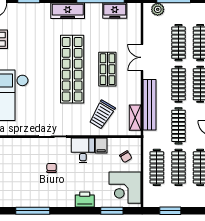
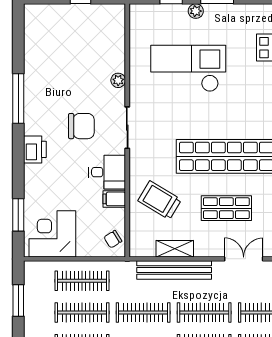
shelving: (135, 118) -> (175, 249), moved
plant: (20, 143) -> (118, 80), added
chair: (126, 157) -> (113, 239), moved
chair: (52, 168) -> (81, 126), width x1.87, depth x1.87
printer: (85, 199) -> (35, 149), moved

